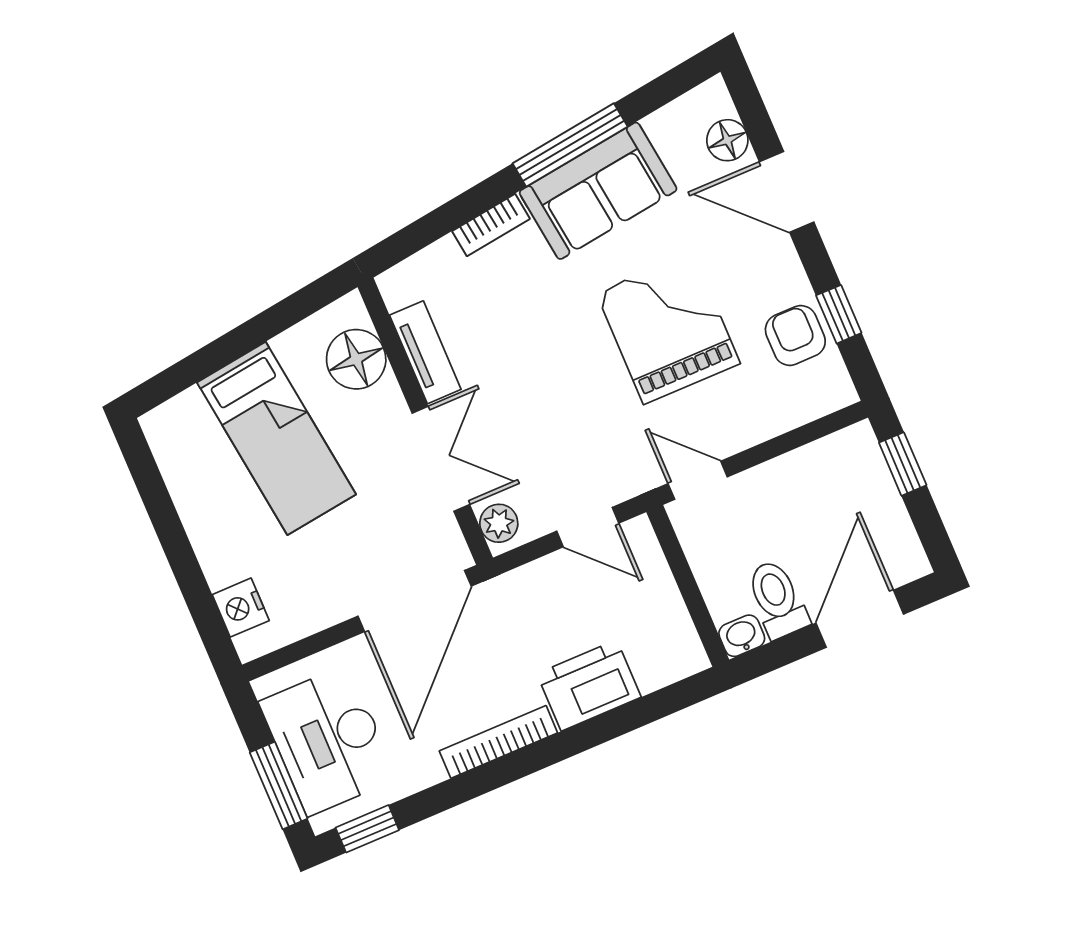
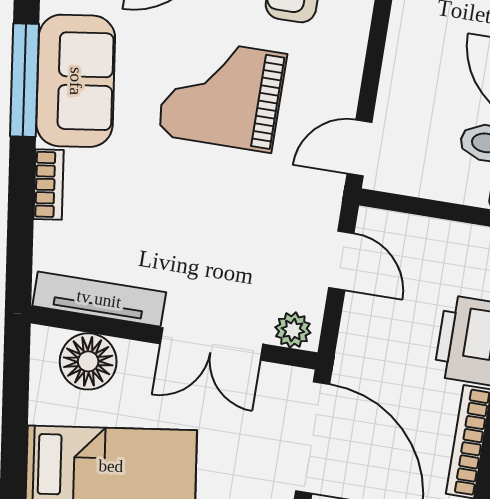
tv unit: (425, 352) -> (99, 299), width x1.41
double door: (441, 459) -> (212, 344), swing flipped
door: (588, 527) -> (341, 260), hinge flipped

